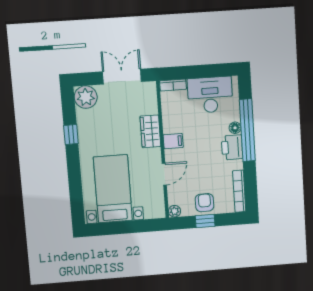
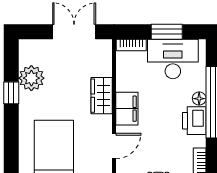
window: (203, 71) -> (167, 32), added
plant: (86, 97) -> (31, 78), moved
filing cabinet: (173, 141) -> (127, 109), width x2.00

